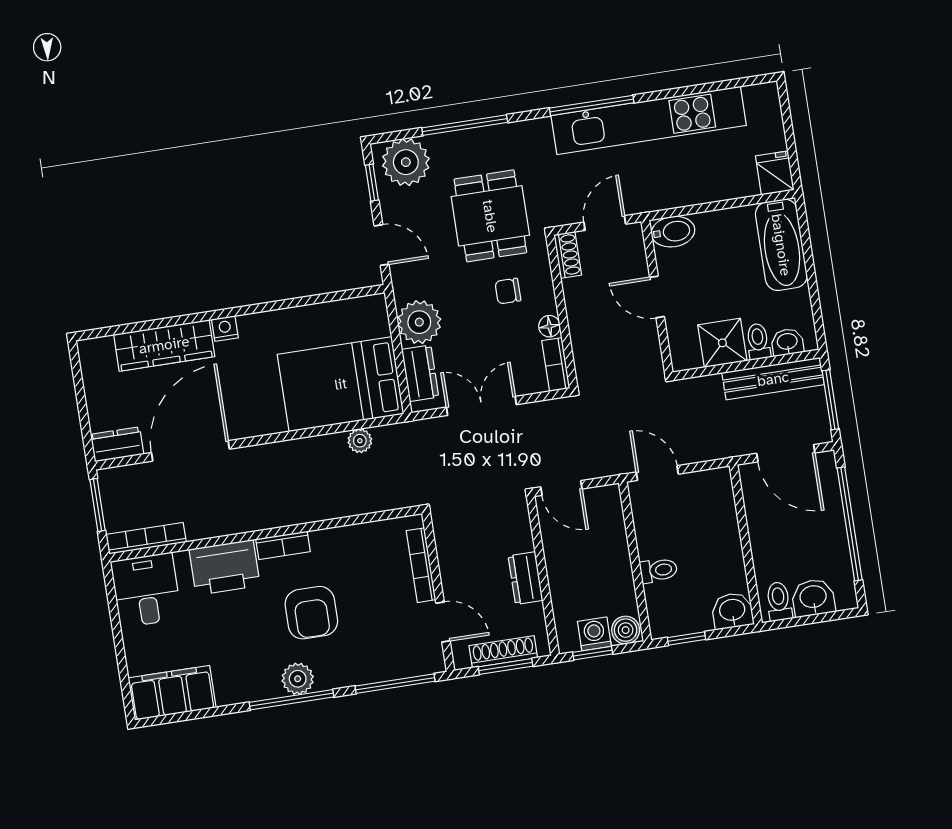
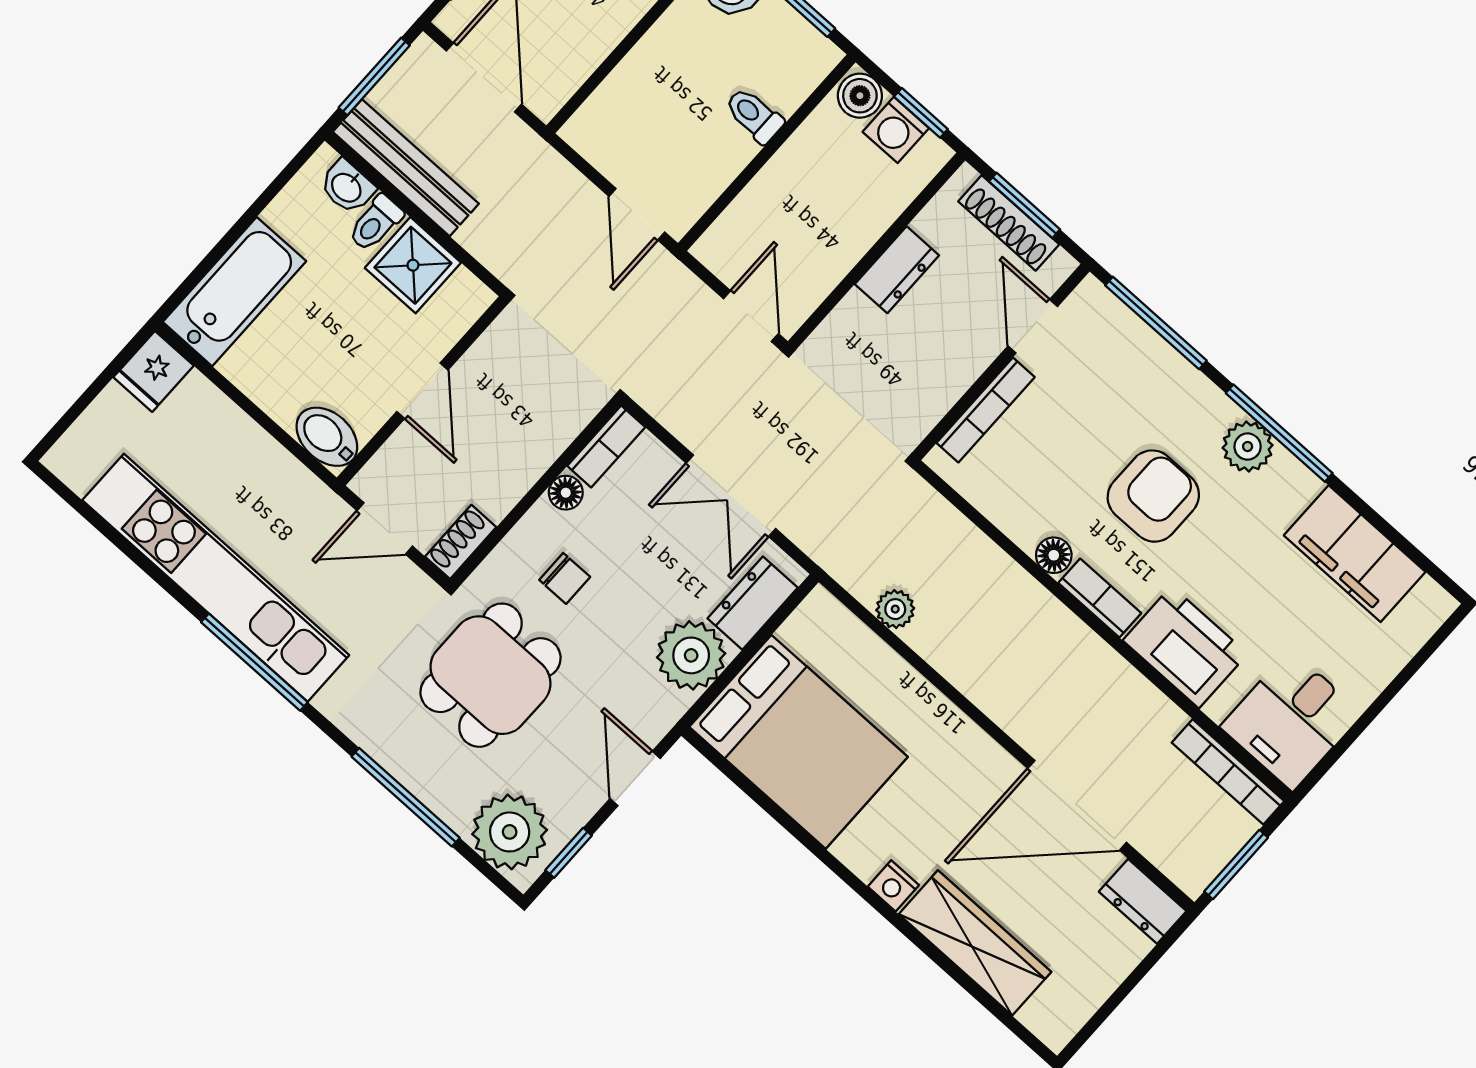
bed: (341, 384) -> (799, 742), moved
floor lamp: (322, 540) -> (1054, 555), added
filing cabinet: (172, 693) -> (1355, 554), moved

